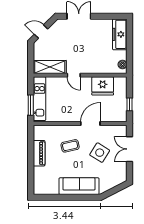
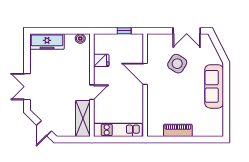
fridge: (103, 86) -> (101, 60), width x0.53, depth x0.75
window: (31, 105) -> (125, 140), removed
coffee table: (70, 146) -> (170, 96), removed
double door: (130, 149) -> (187, 31), moved

